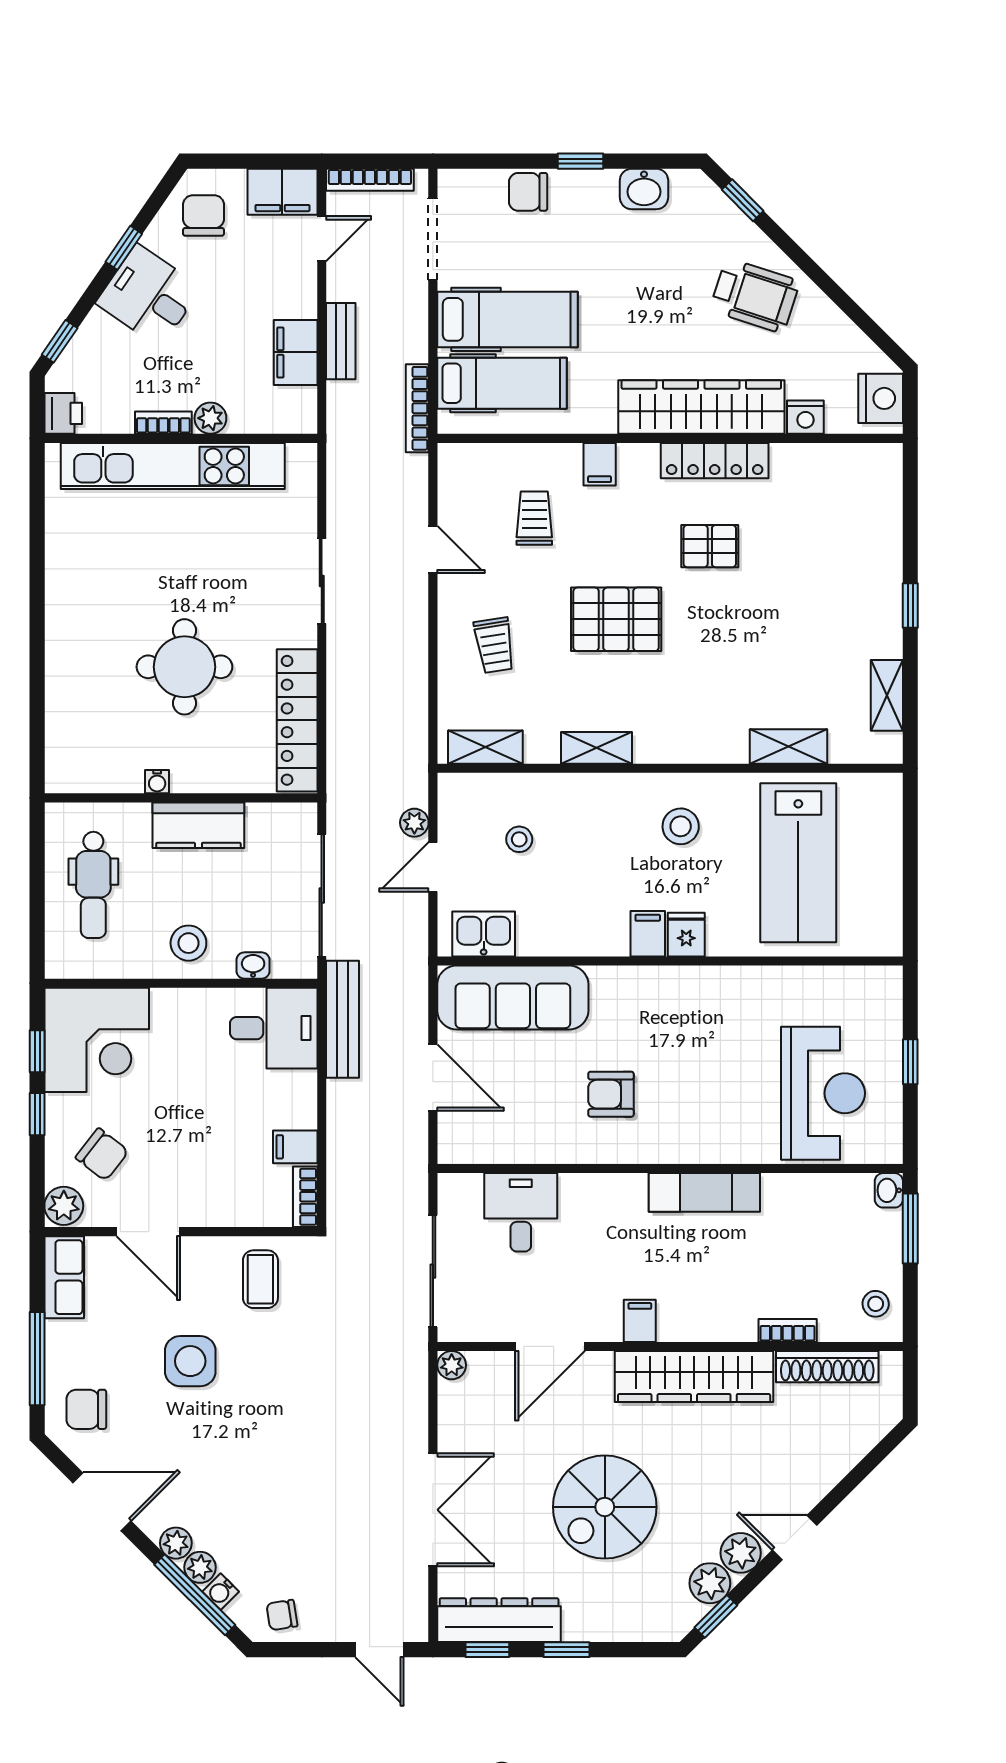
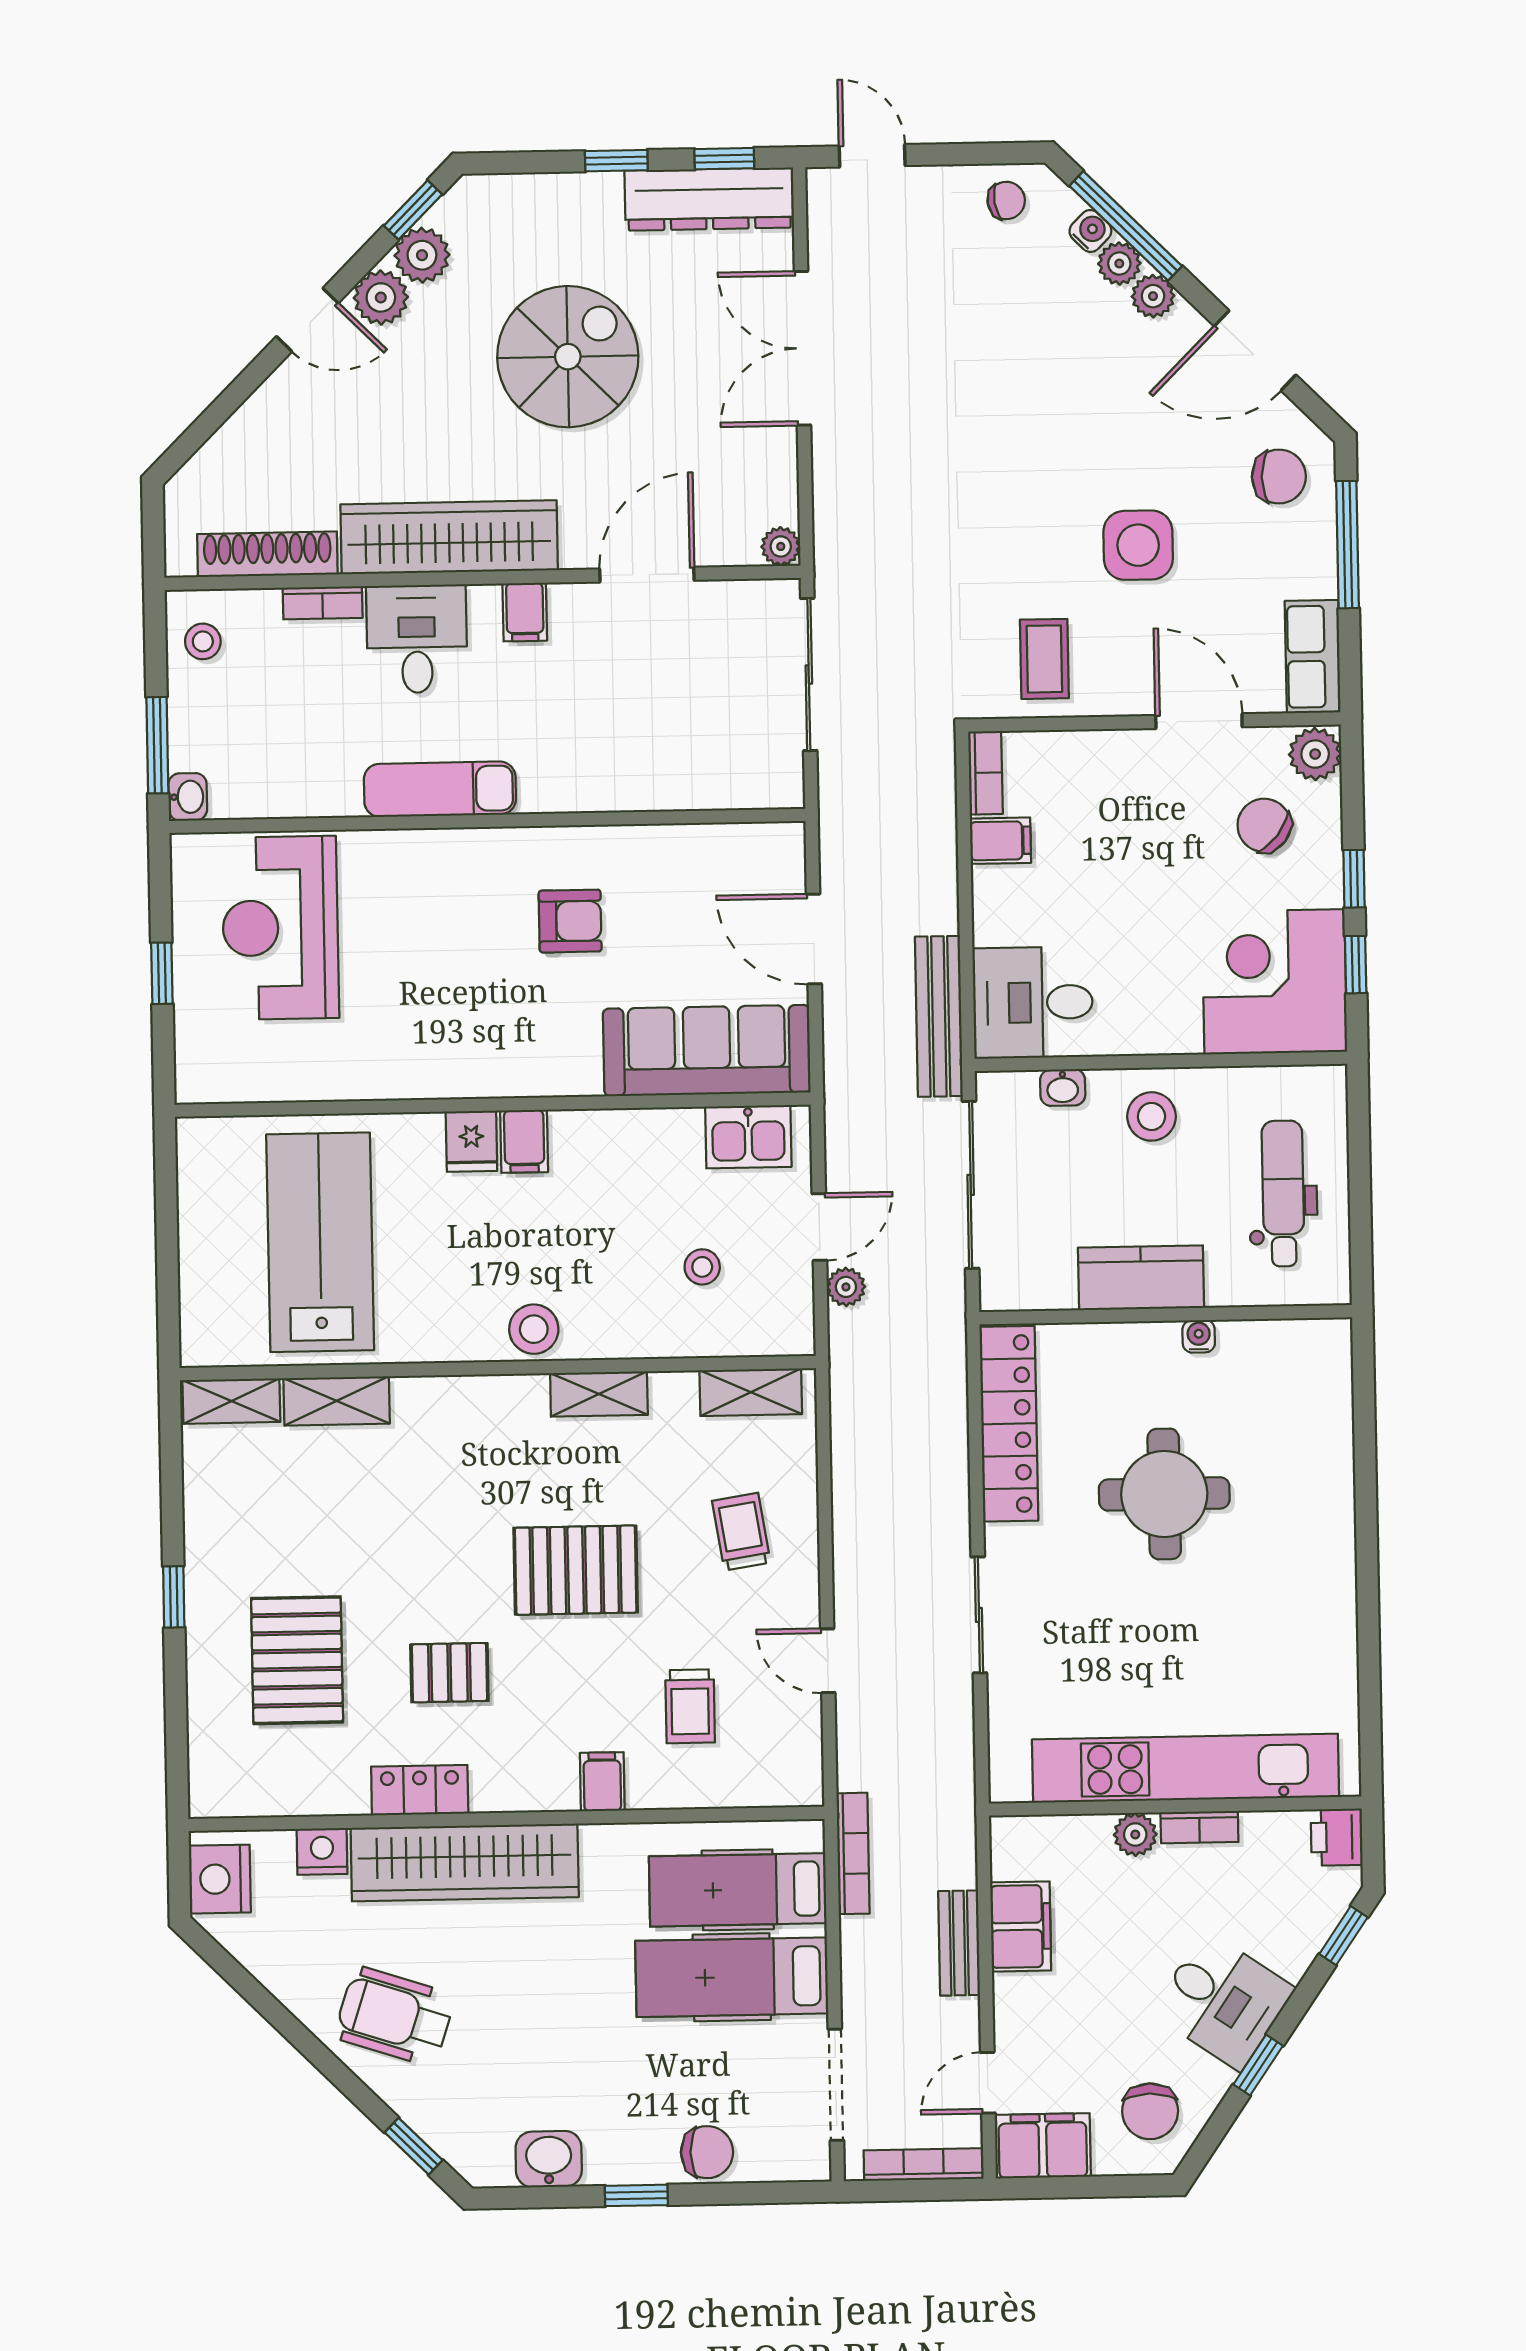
locker: (715, 461) -> (420, 1790), width x0.66
pallet: (821, 557) -> (297, 1660), added
shelving: (887, 695) -> (231, 1401), moved, turned 90
stool: (681, 826) -> (534, 1329), moved
desk: (521, 1212) -> (417, 639), moved, turned 180

